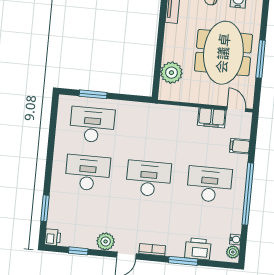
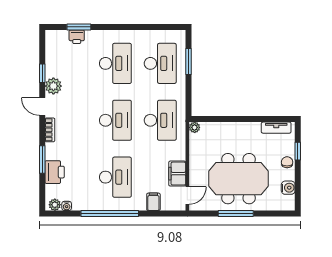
plant: (171, 73) -> (195, 127), moved, width x0.53, depth x0.53
desk: (153, 131) -> (160, 120), added
printer: (53, 237) -> (77, 37), moved
window: (78, 251) -> (42, 73), moved

